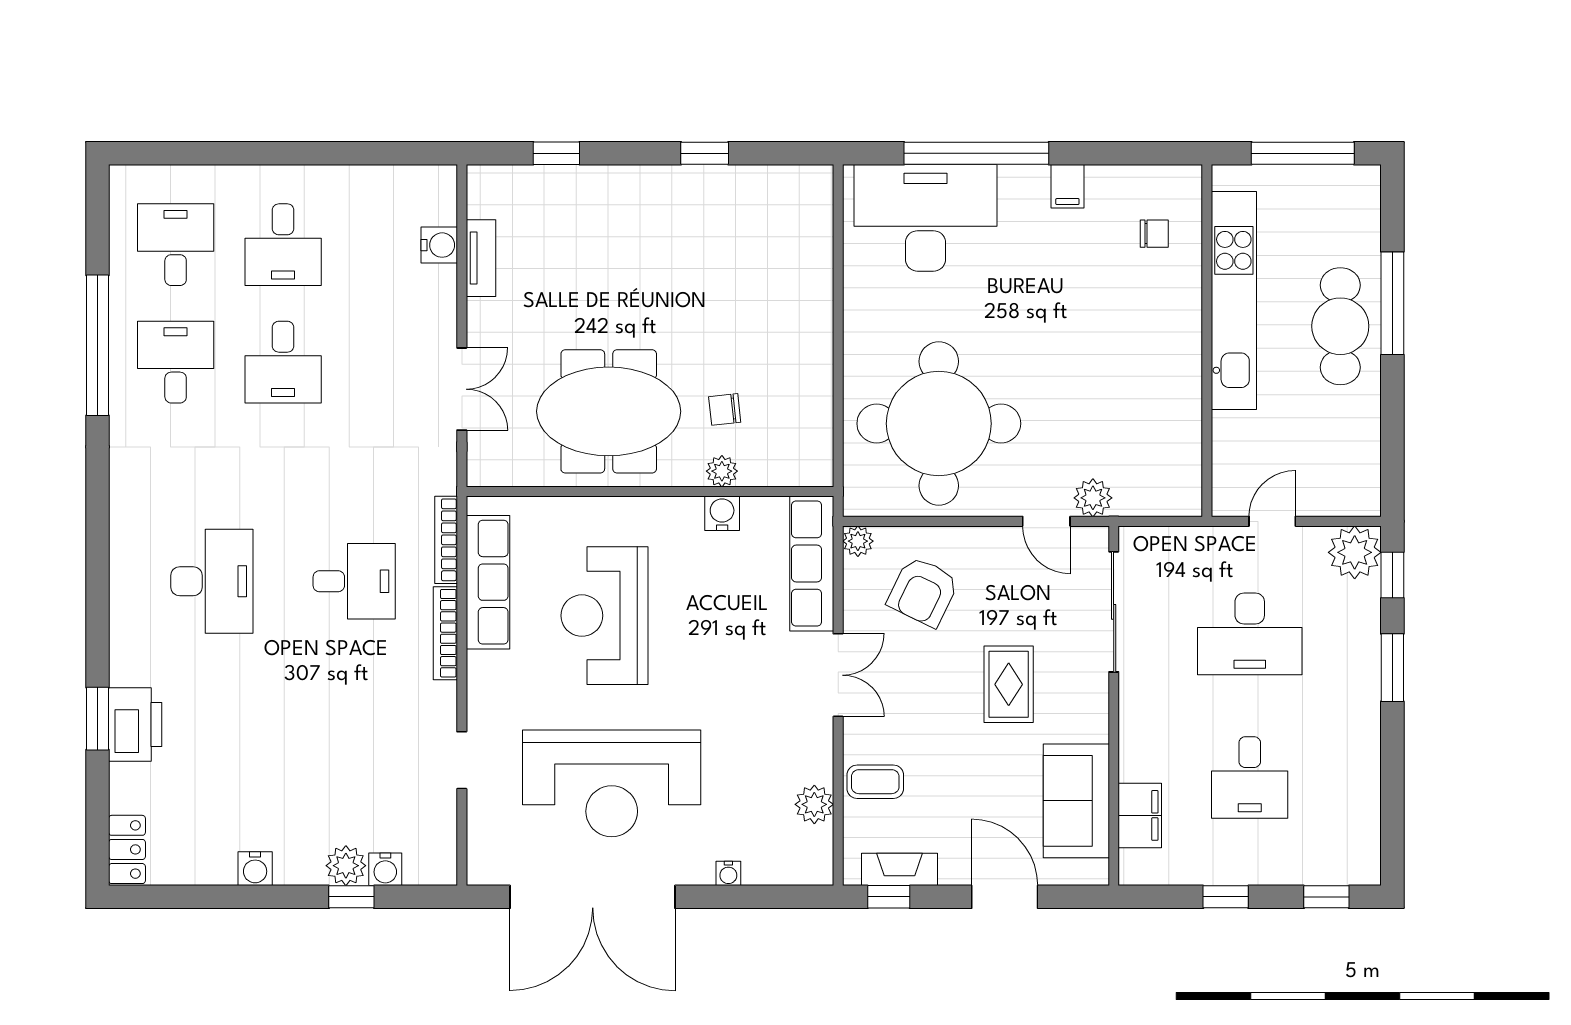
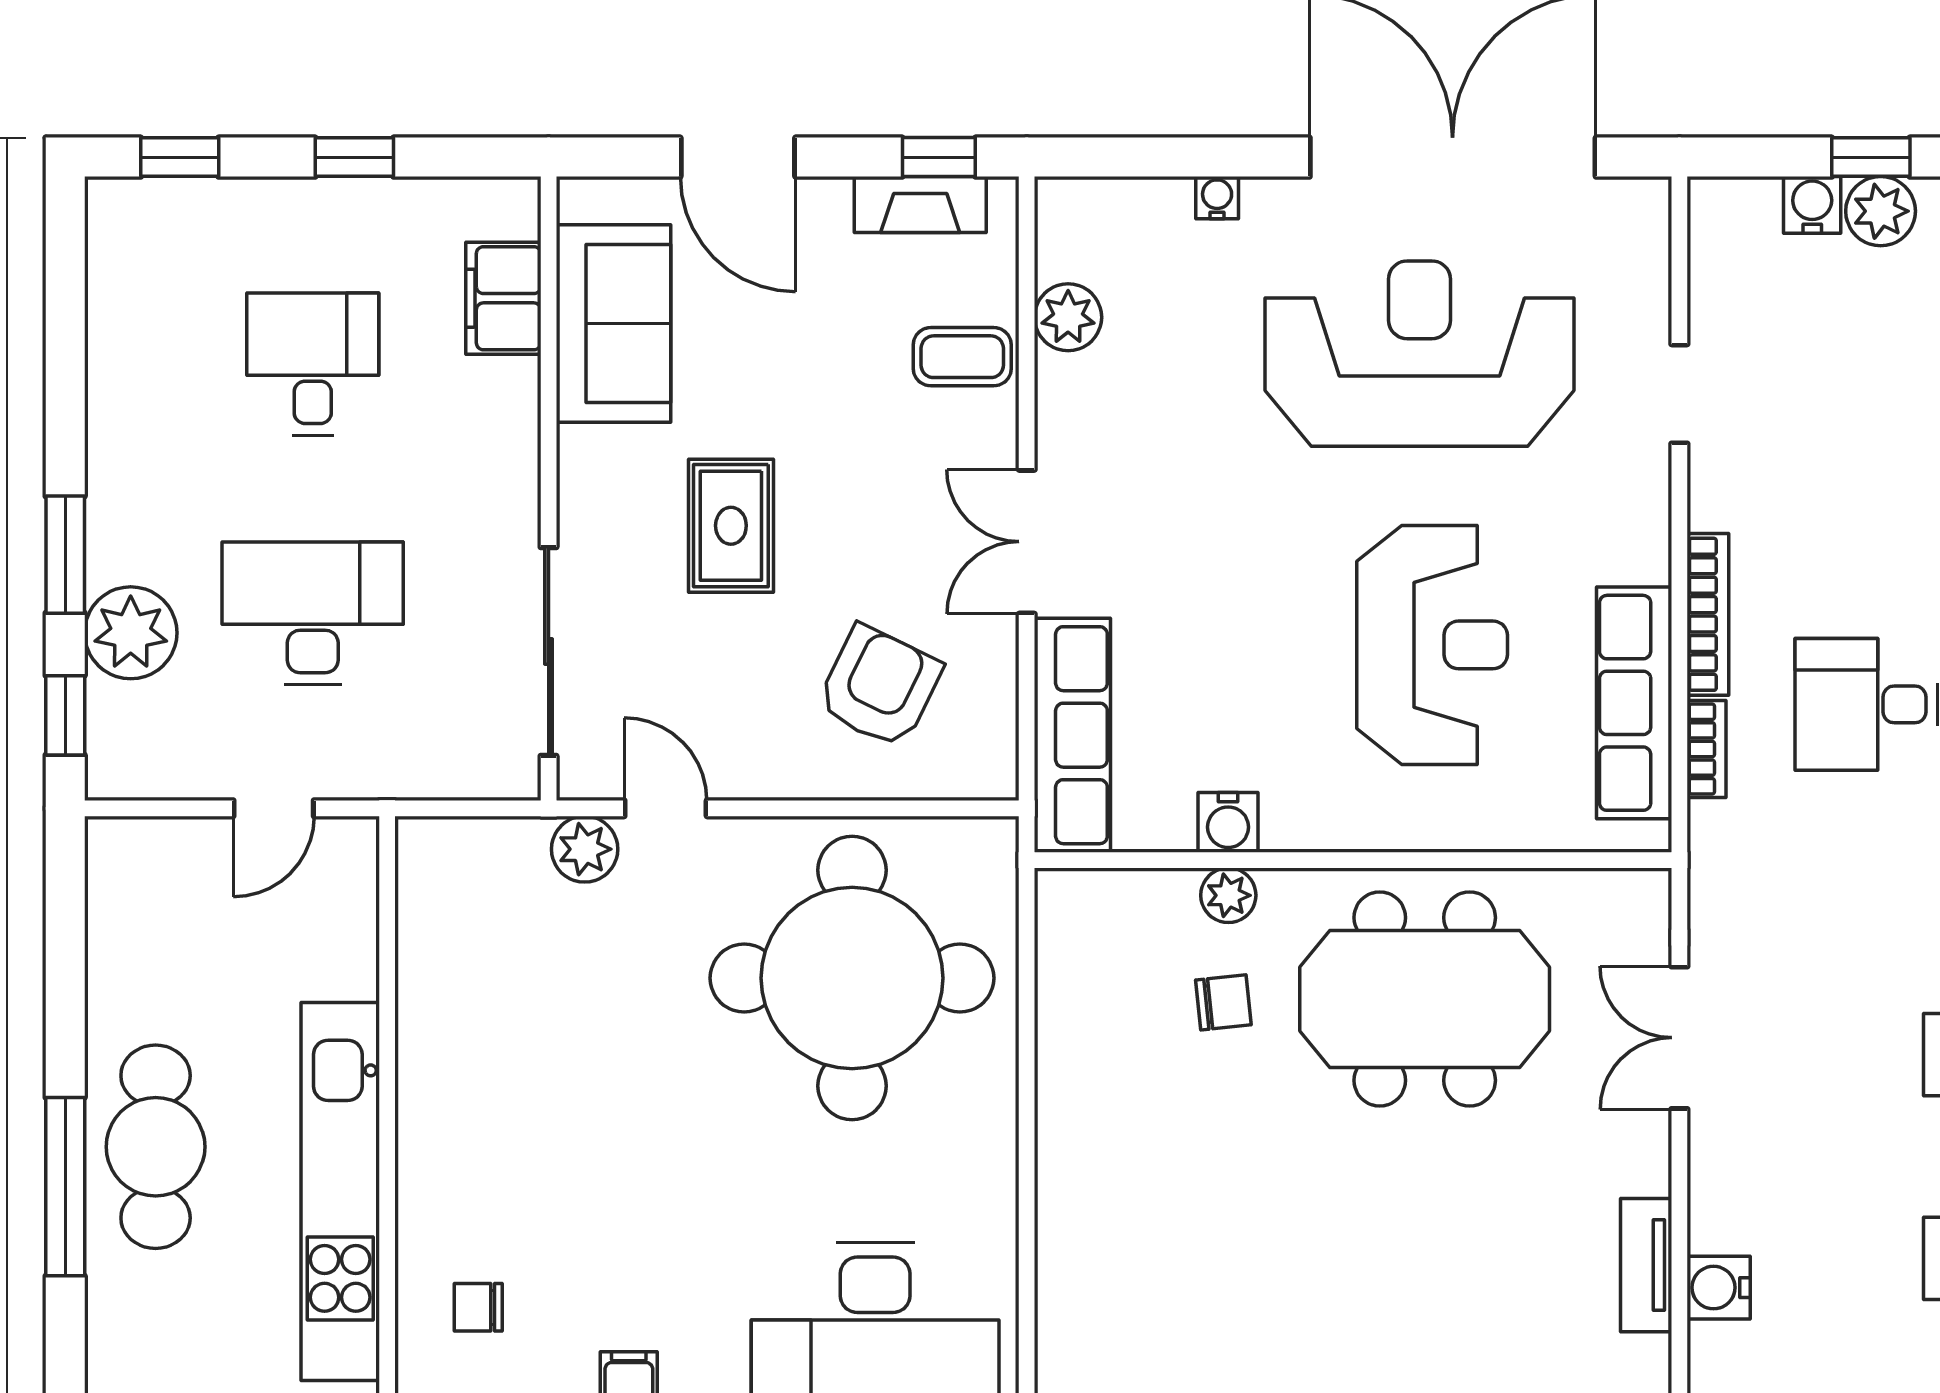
bookcase: (446, 540) -> (1707, 749), width x0.64
plant: (858, 541) -> (992, 774), removed
plant: (1355, 552) -> (131, 633), moved

